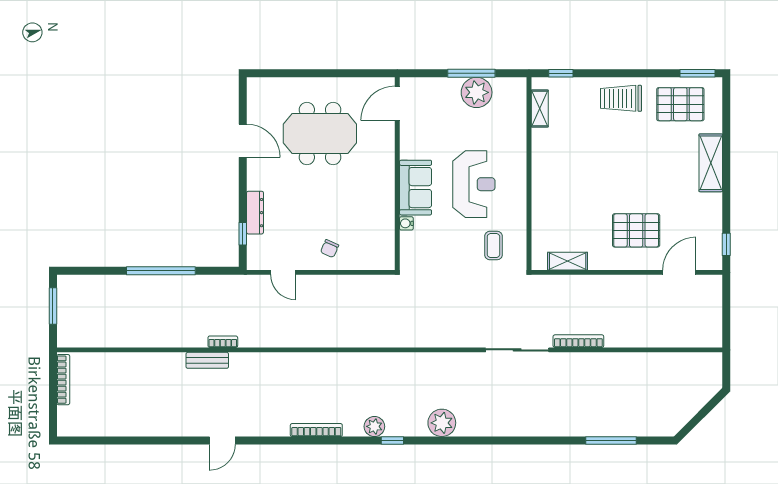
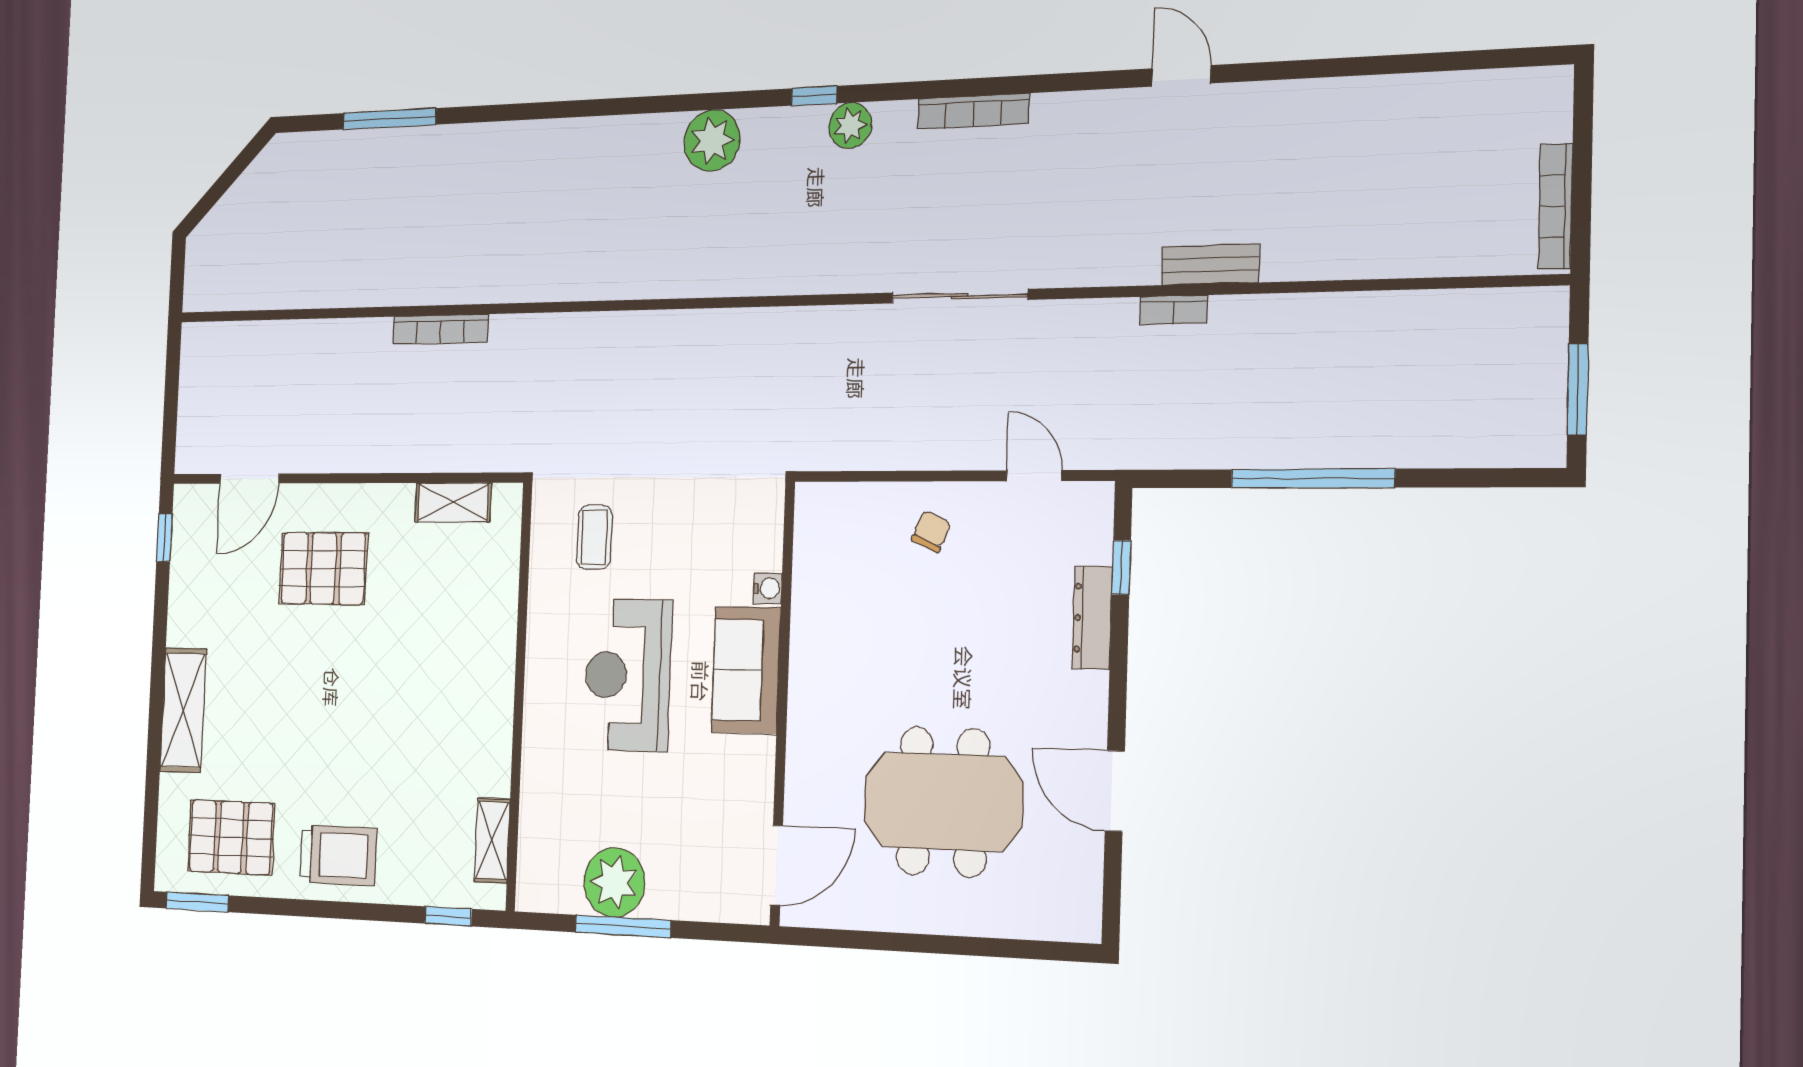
sliding door: (517, 350) -> (959, 296), moved
door: (222, 441) -> (1181, 76), hinge flipped

